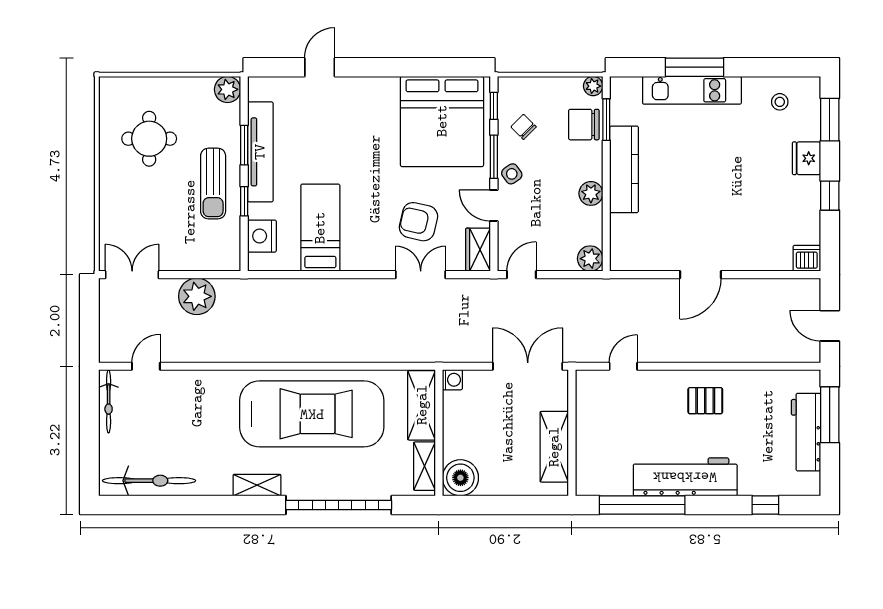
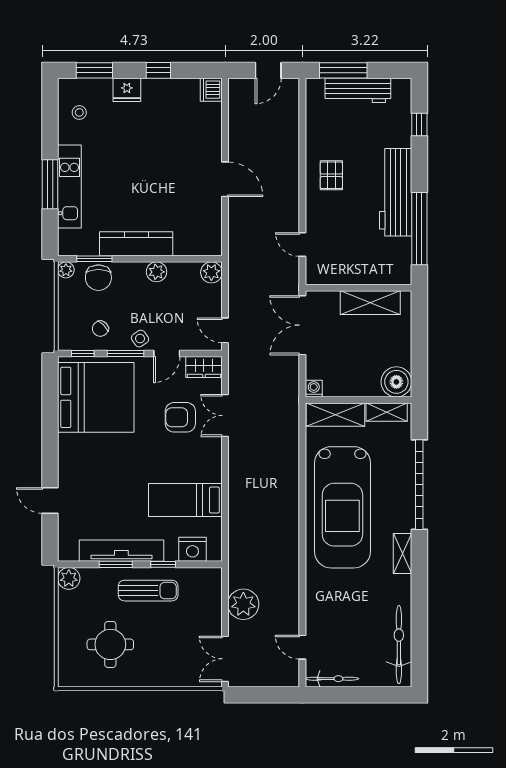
armchair: (418, 222) -> (180, 417), turned 77
car: (312, 414) -> (342, 507), turned 180

